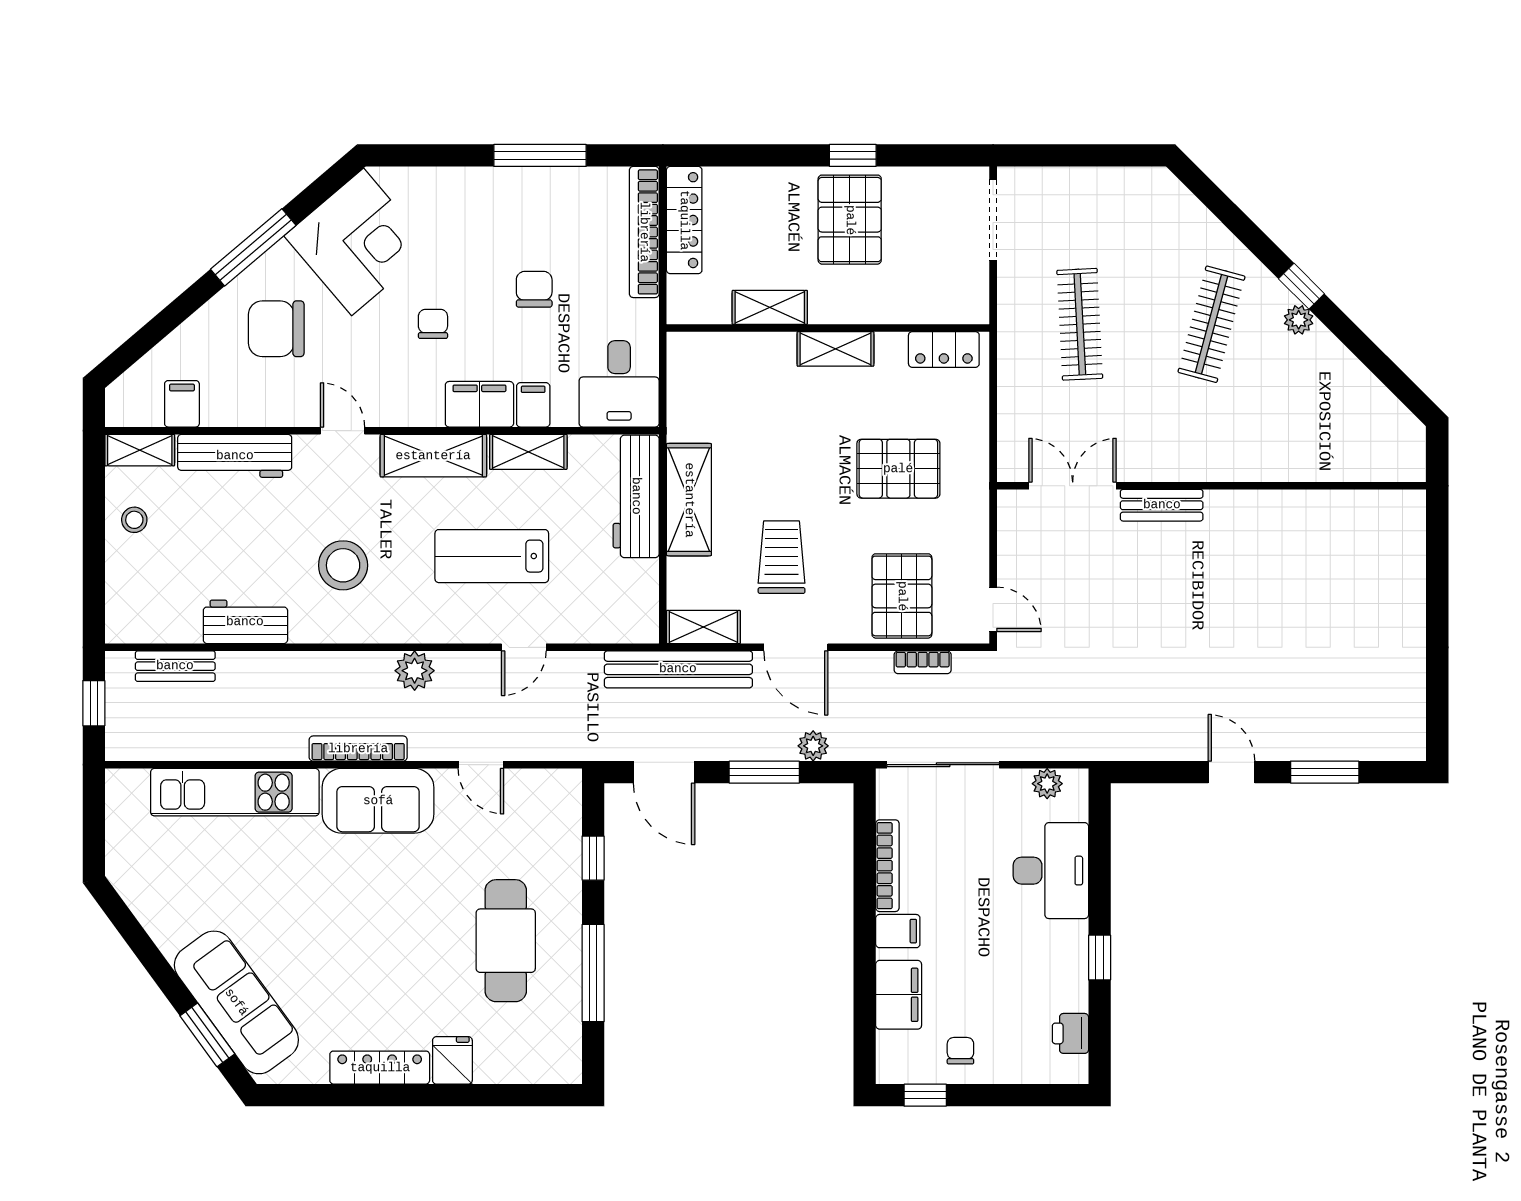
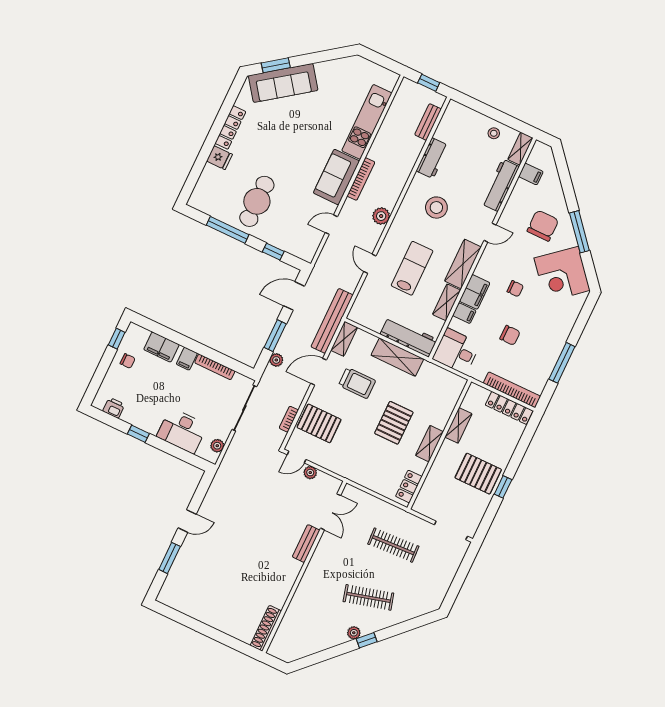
clothes rail: (1212, 324) -> (368, 597), turned -30
pallet: (898, 469) -> (394, 423), moved
shoe rack: (1375, 505) -> (266, 628), added
plant: (1012, 566) -> (310, 473), added
cafe table: (506, 941) -> (257, 201), turned 90

